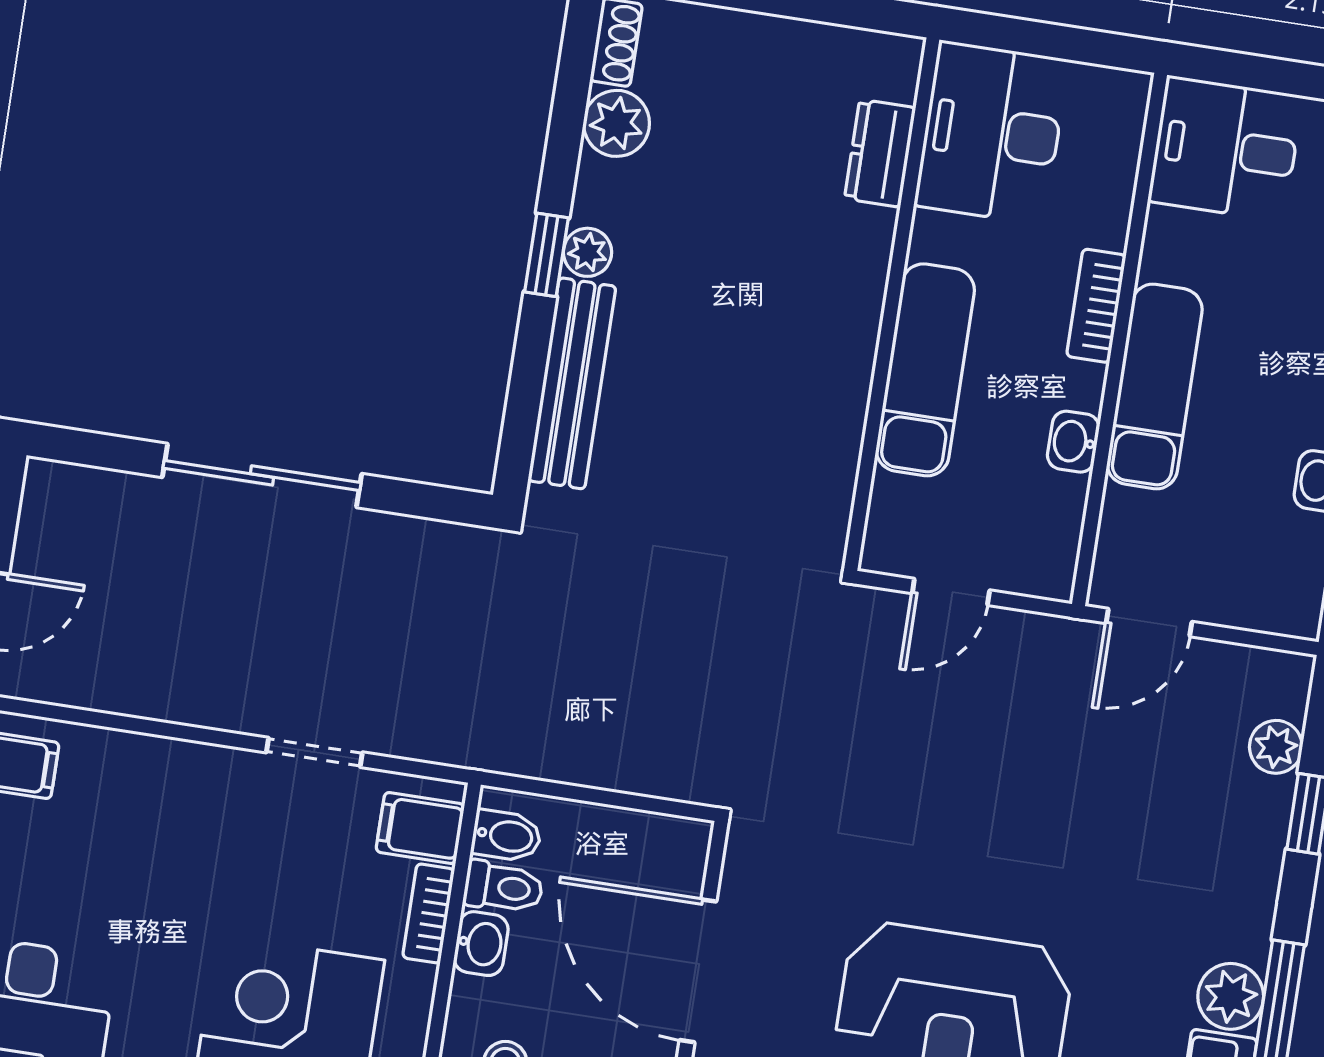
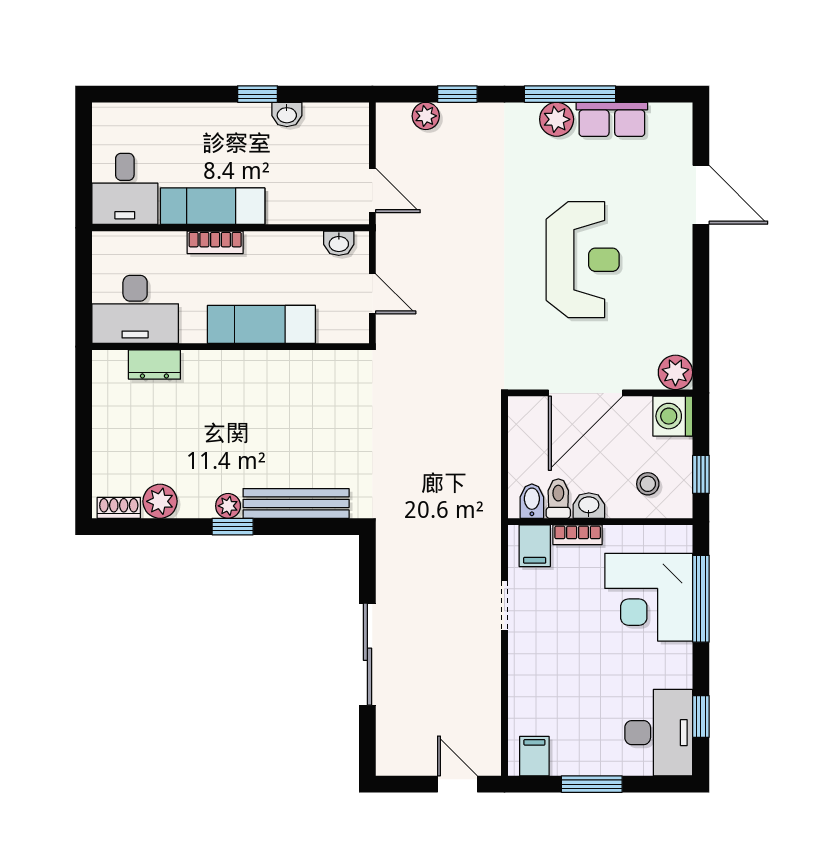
exam couch: (1155, 386) -> (213, 206), moved
washbasin: (1073, 442) -> (339, 243), moved

